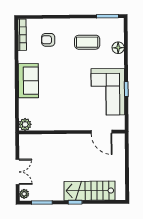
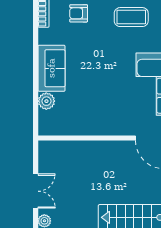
plant: (25, 124) -> (46, 101), moved

